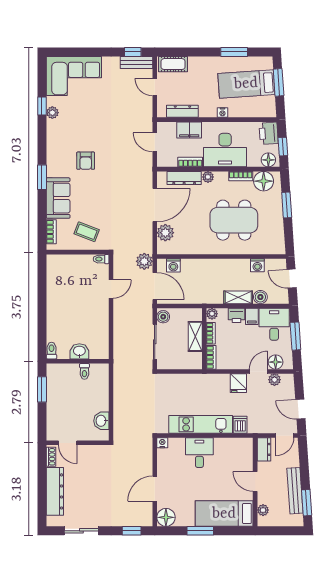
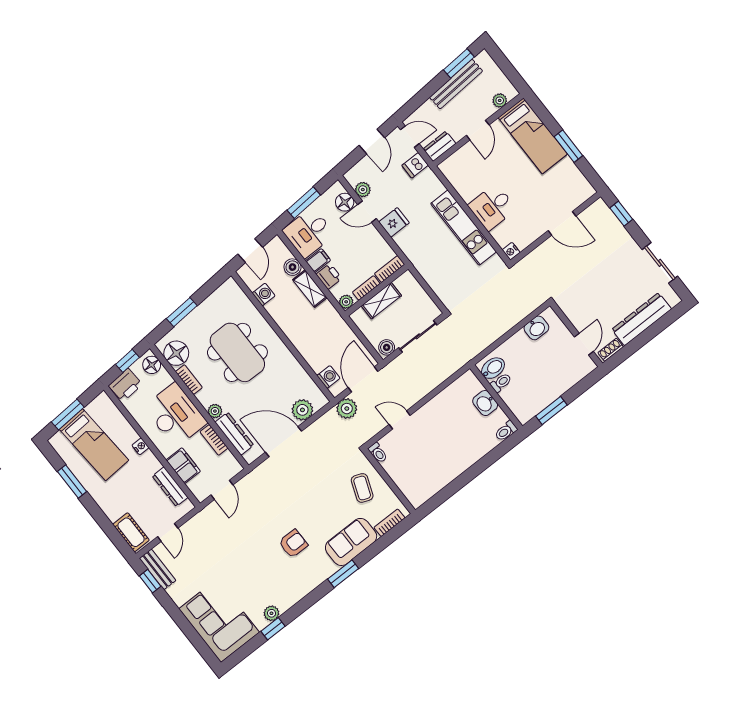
bidet: (97, 374) -> (493, 368), added
dishwasher: (240, 425) -> (415, 165), moved
floor lamp: (166, 517) -> (582, 190), removed

